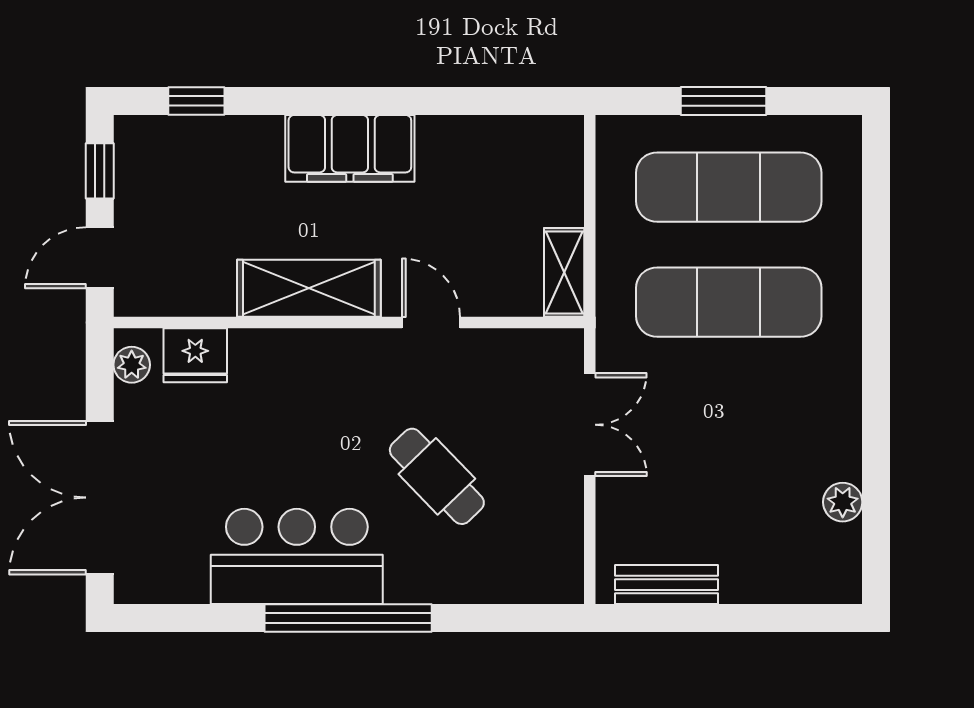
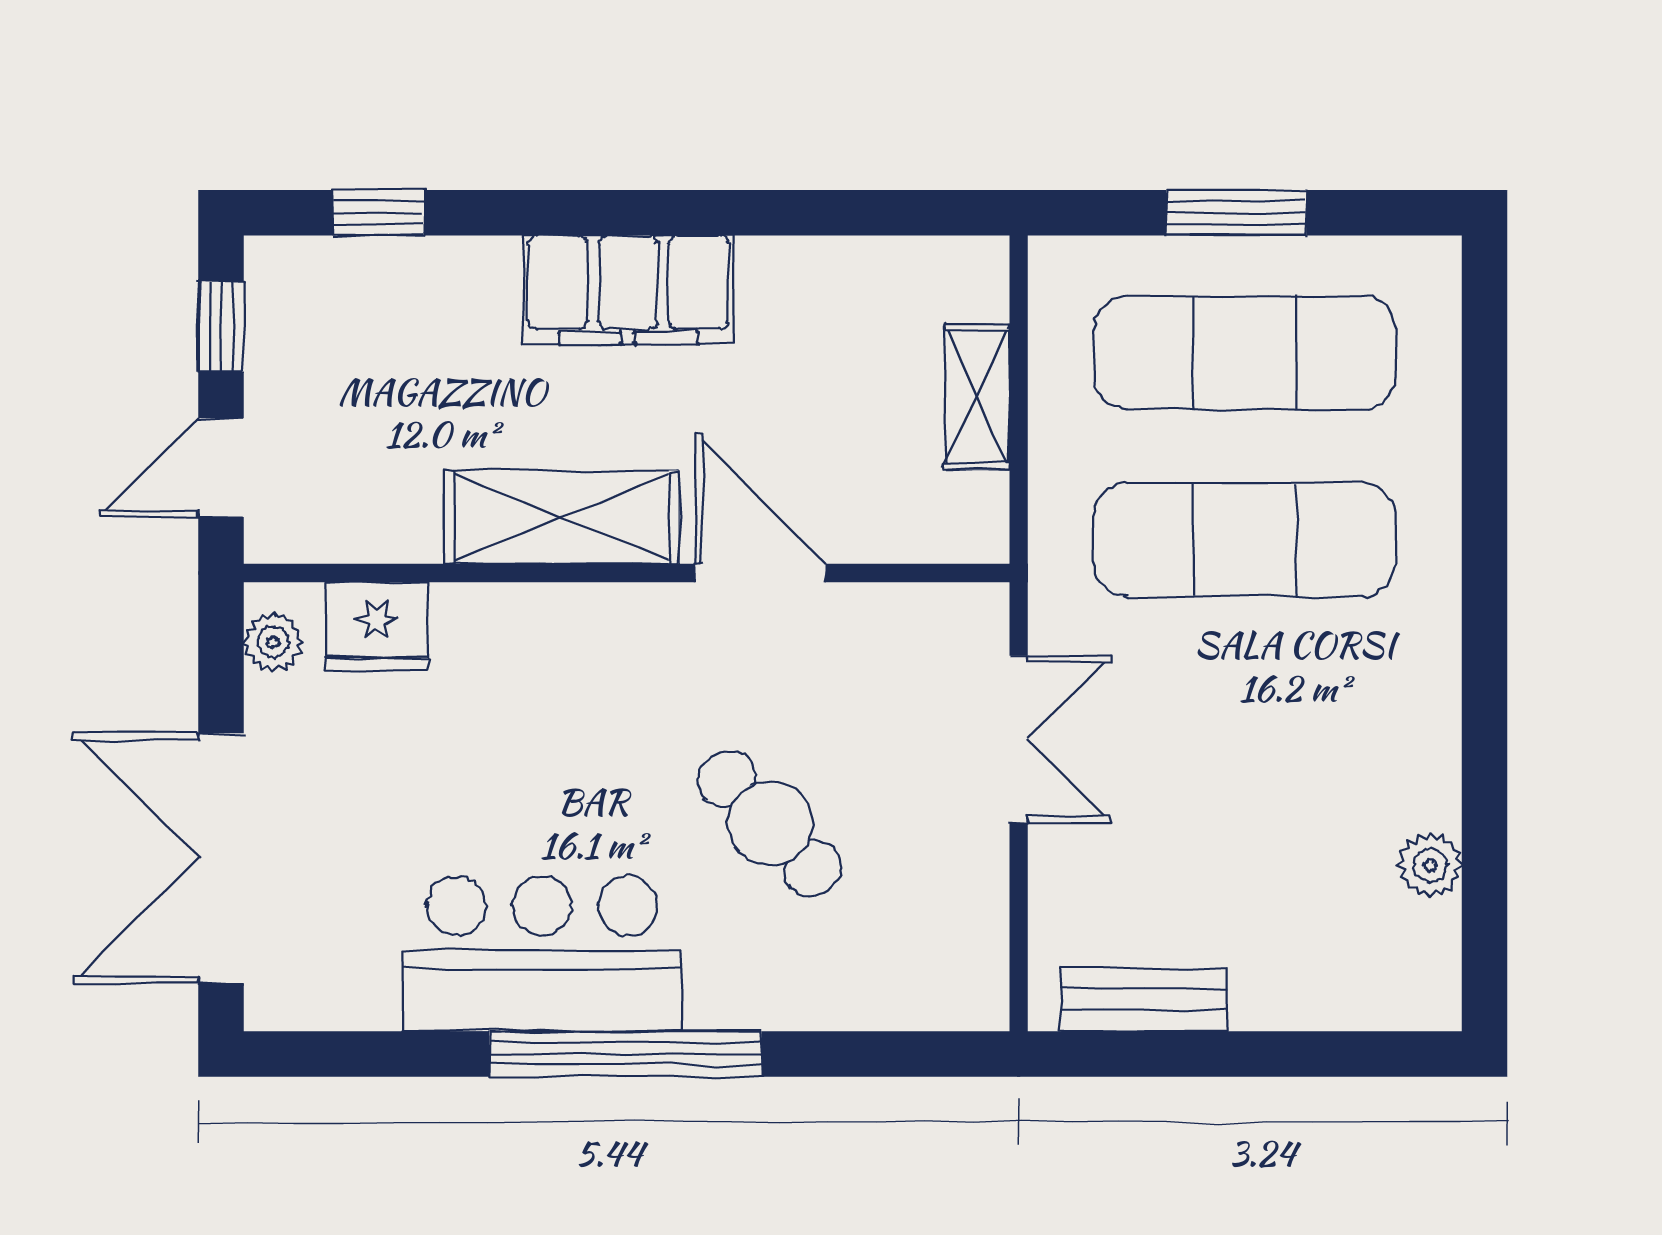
shelving: (564, 272) -> (977, 397), moved
door: (431, 322) -> (760, 573), width x1.38

